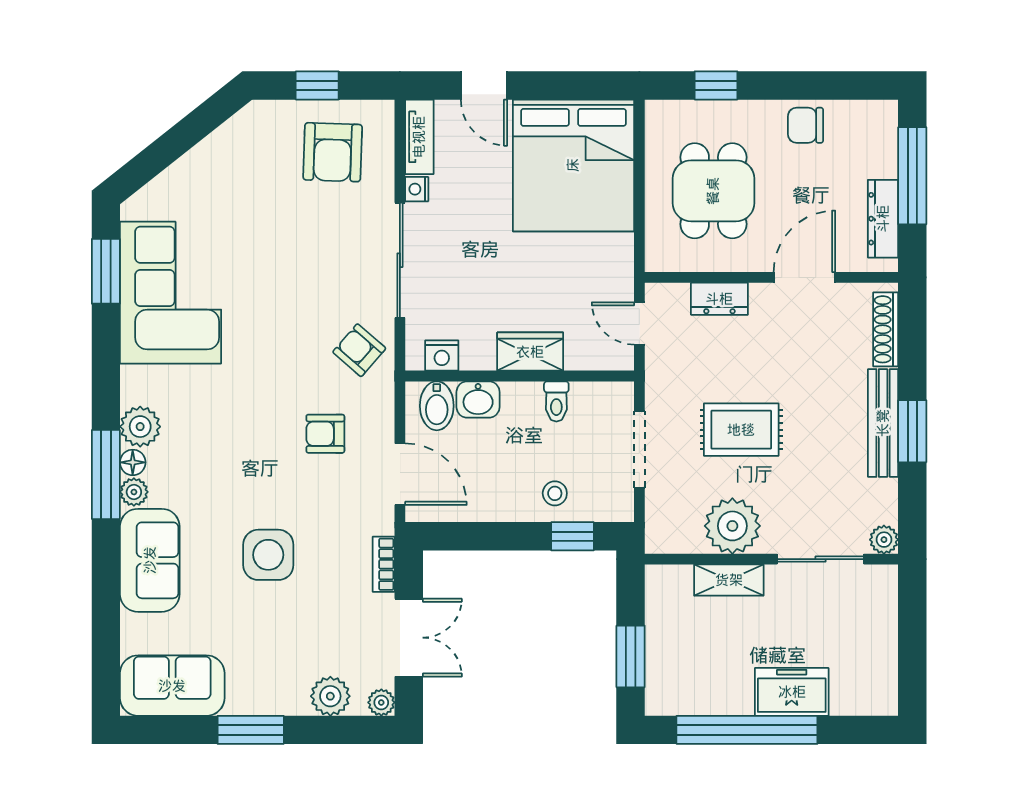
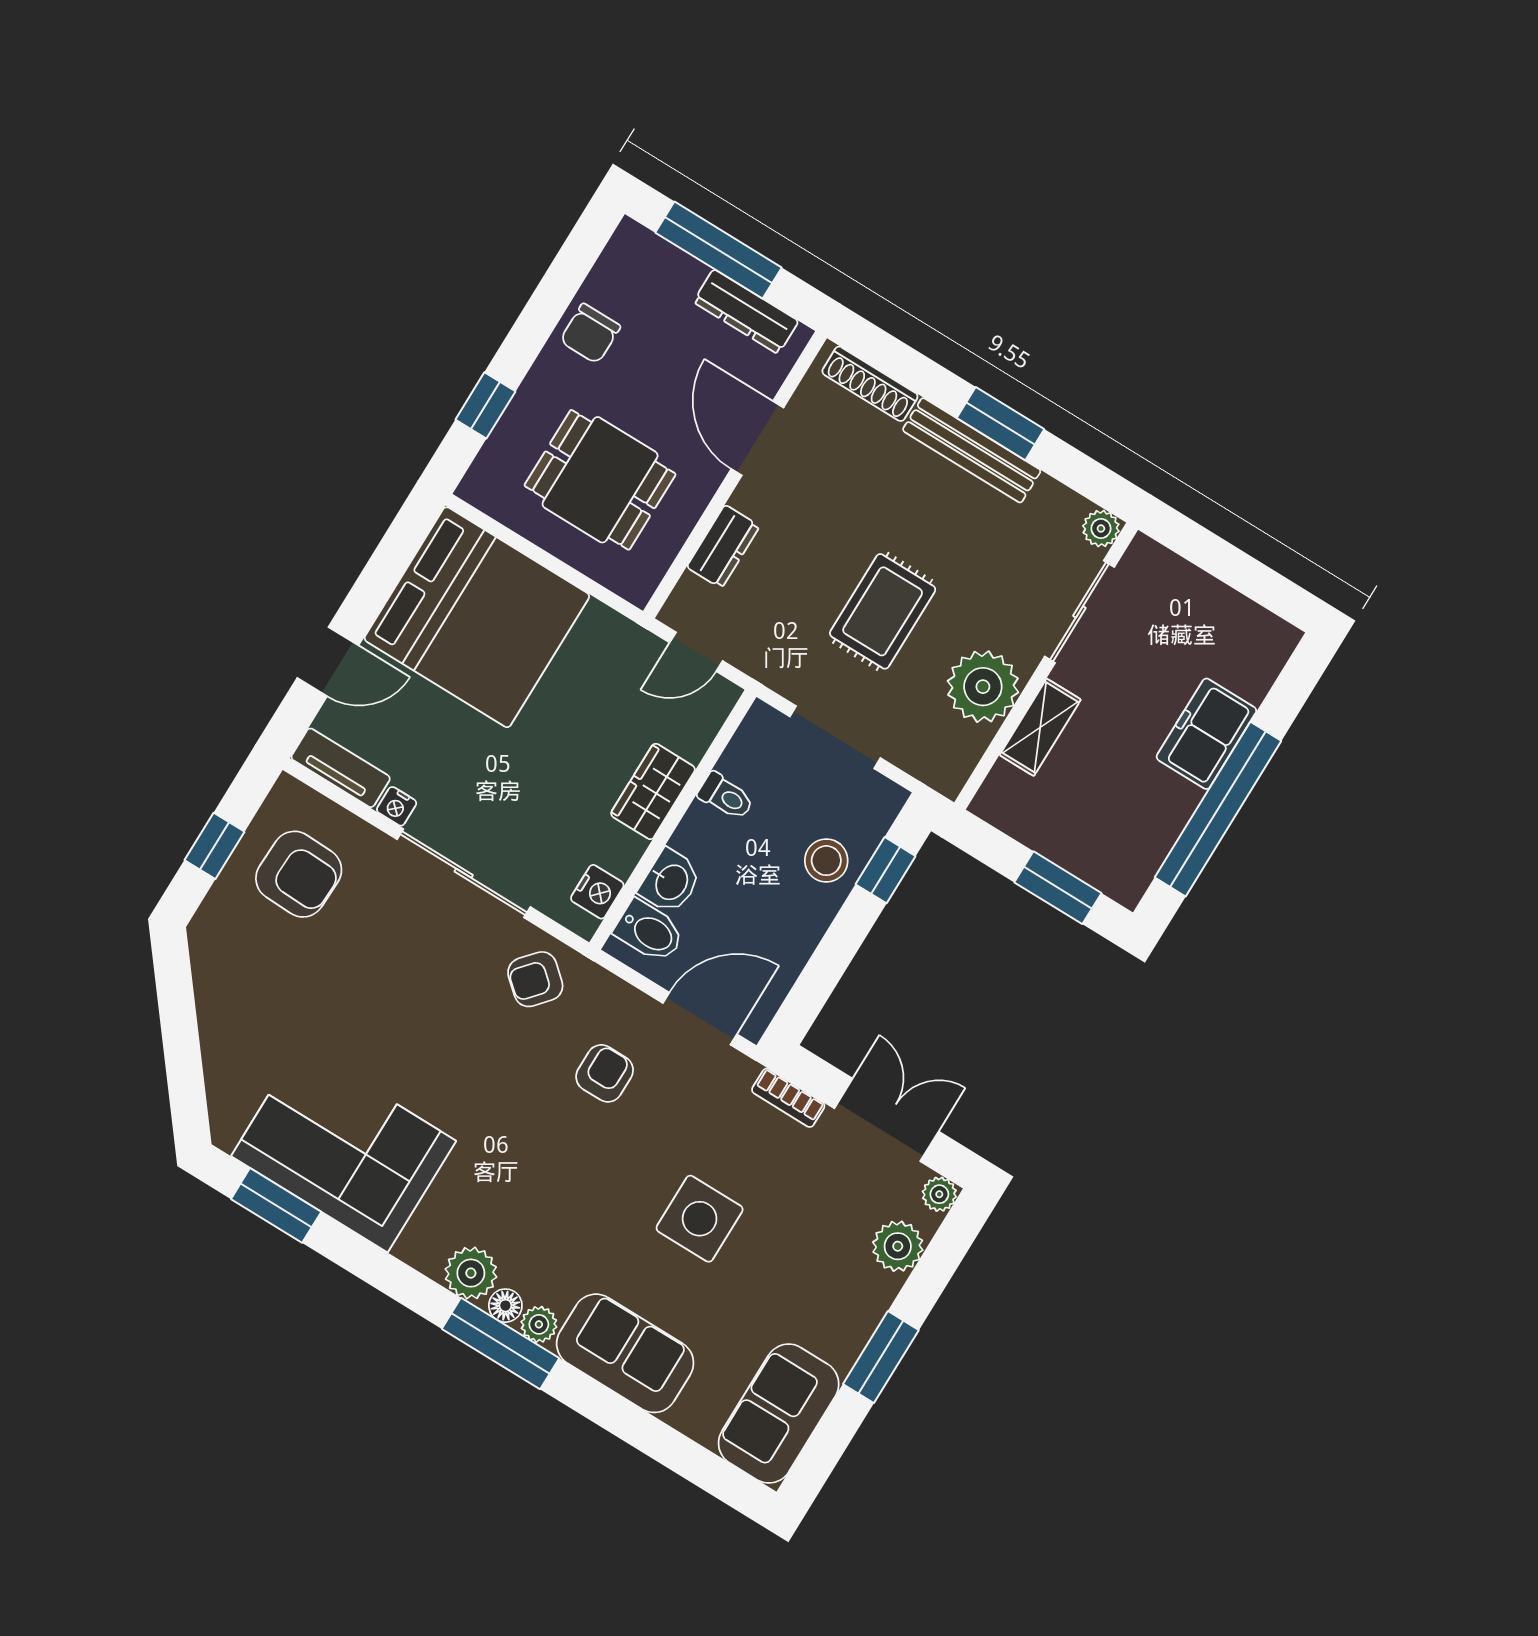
armchair: (325, 434) -> (605, 1073), turned 180
stool: (555, 493) -> (826, 861), width x1.37, depth x1.37

